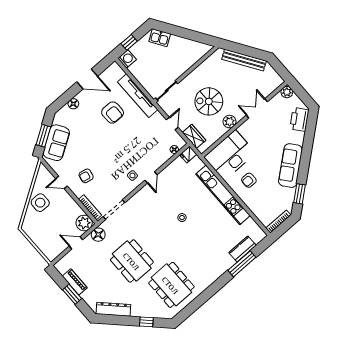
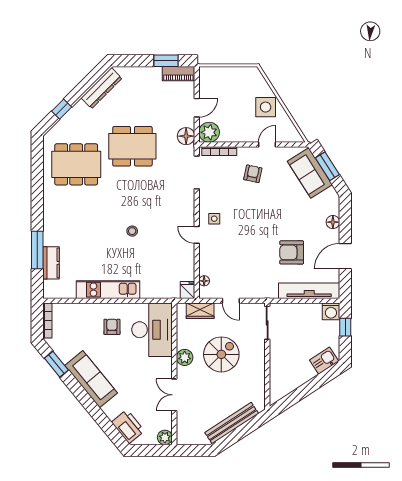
tv unit: (138, 96) -> (309, 291), moved
double door: (257, 108) -> (174, 395), swing flipped
kitchen unit: (223, 195) -> (108, 290), width x0.73
piano: (75, 282) -> (178, 74), moved
window: (72, 294) -> (166, 61), moved

